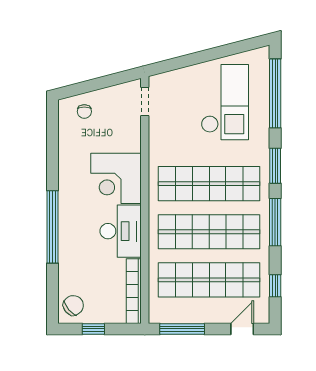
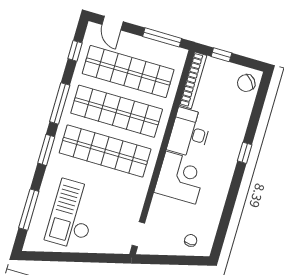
window: (275, 93) -> (29, 210), width x0.68
window: (52, 227) -> (245, 153), width x0.32
window: (93, 329) -> (221, 55), moved
door: (242, 329) -> (113, 23), hinge flipped

